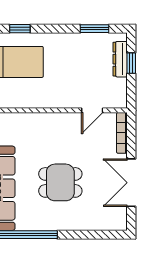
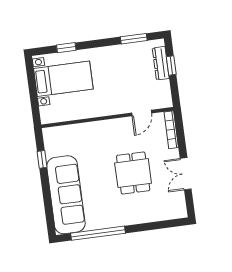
dining table: (60, 182) -> (133, 173), moved, turned 90
double door: (131, 183) -> (186, 174), width x0.73

